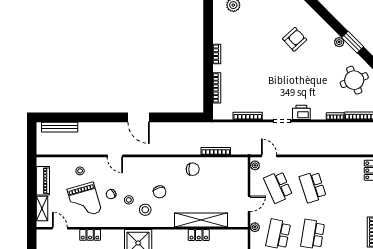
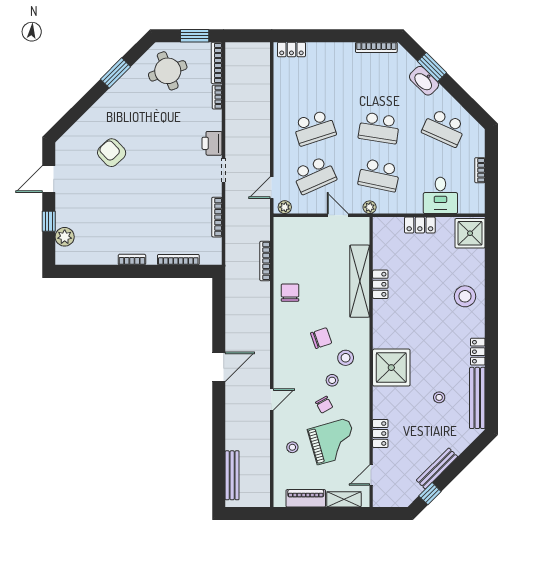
plant: (339, 42) -> (115, 92), removed

